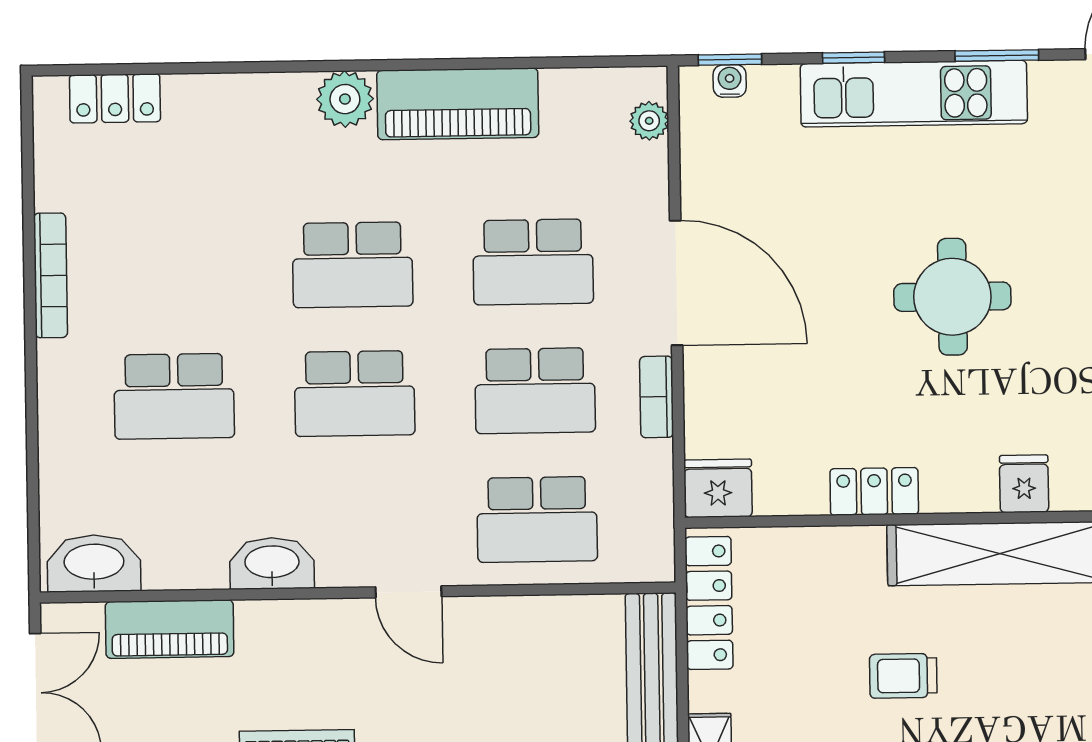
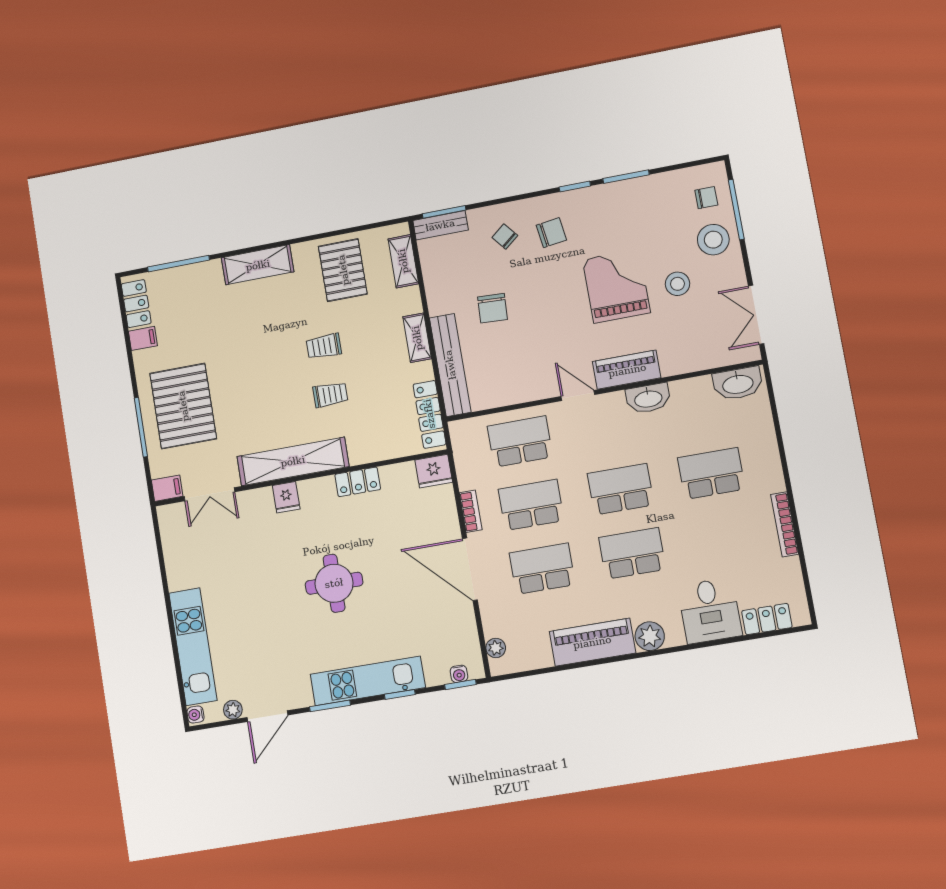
desk: (221, 131) -> (710, 611), added
piano: (170, 629) -> (627, 370), moved

